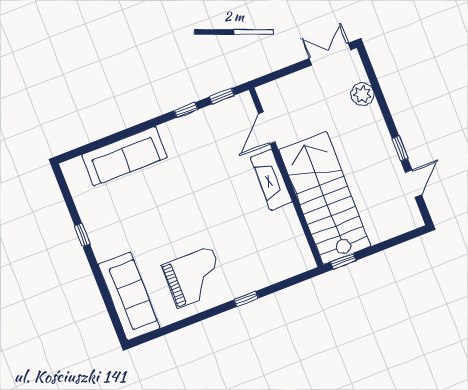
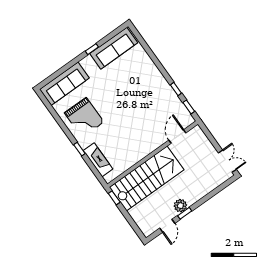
plant: (362, 94) -> (180, 206), moved
door: (267, 128) -> (177, 136), hinge flipped
sofa: (124, 156) -> (114, 48), moved, turned -90
fireplace: (271, 180) -> (98, 160), moved, turned 90
door: (413, 184) -> (167, 226), hinge flipped

